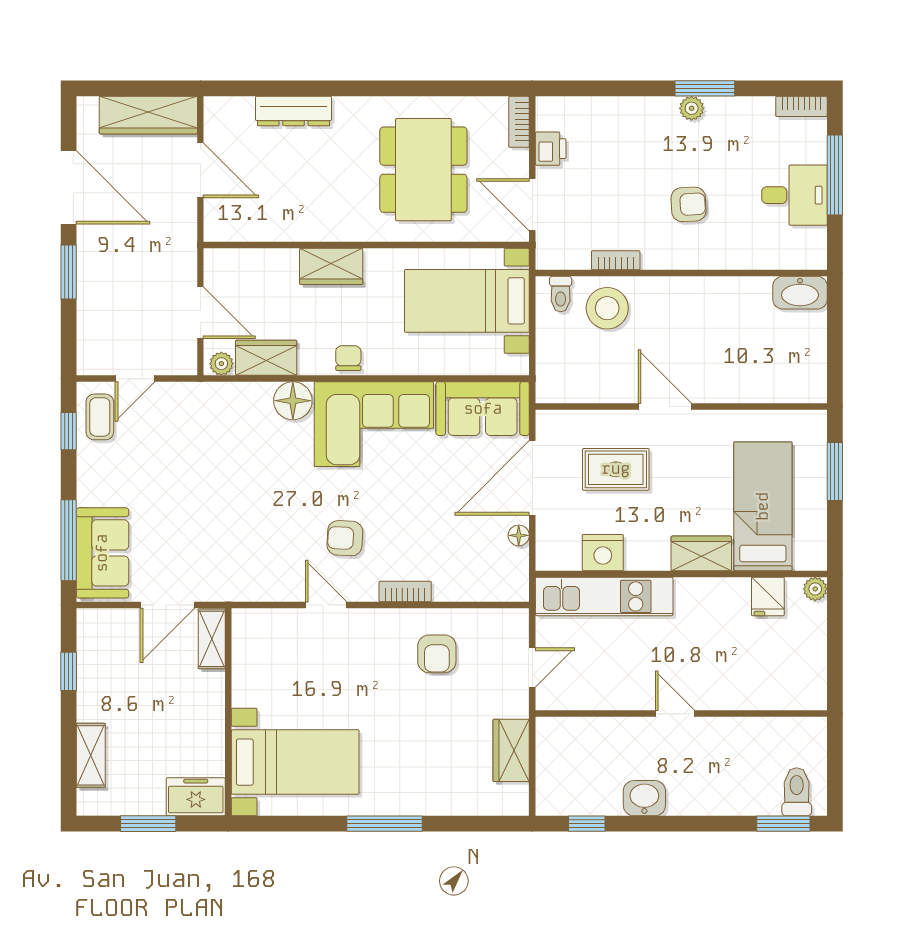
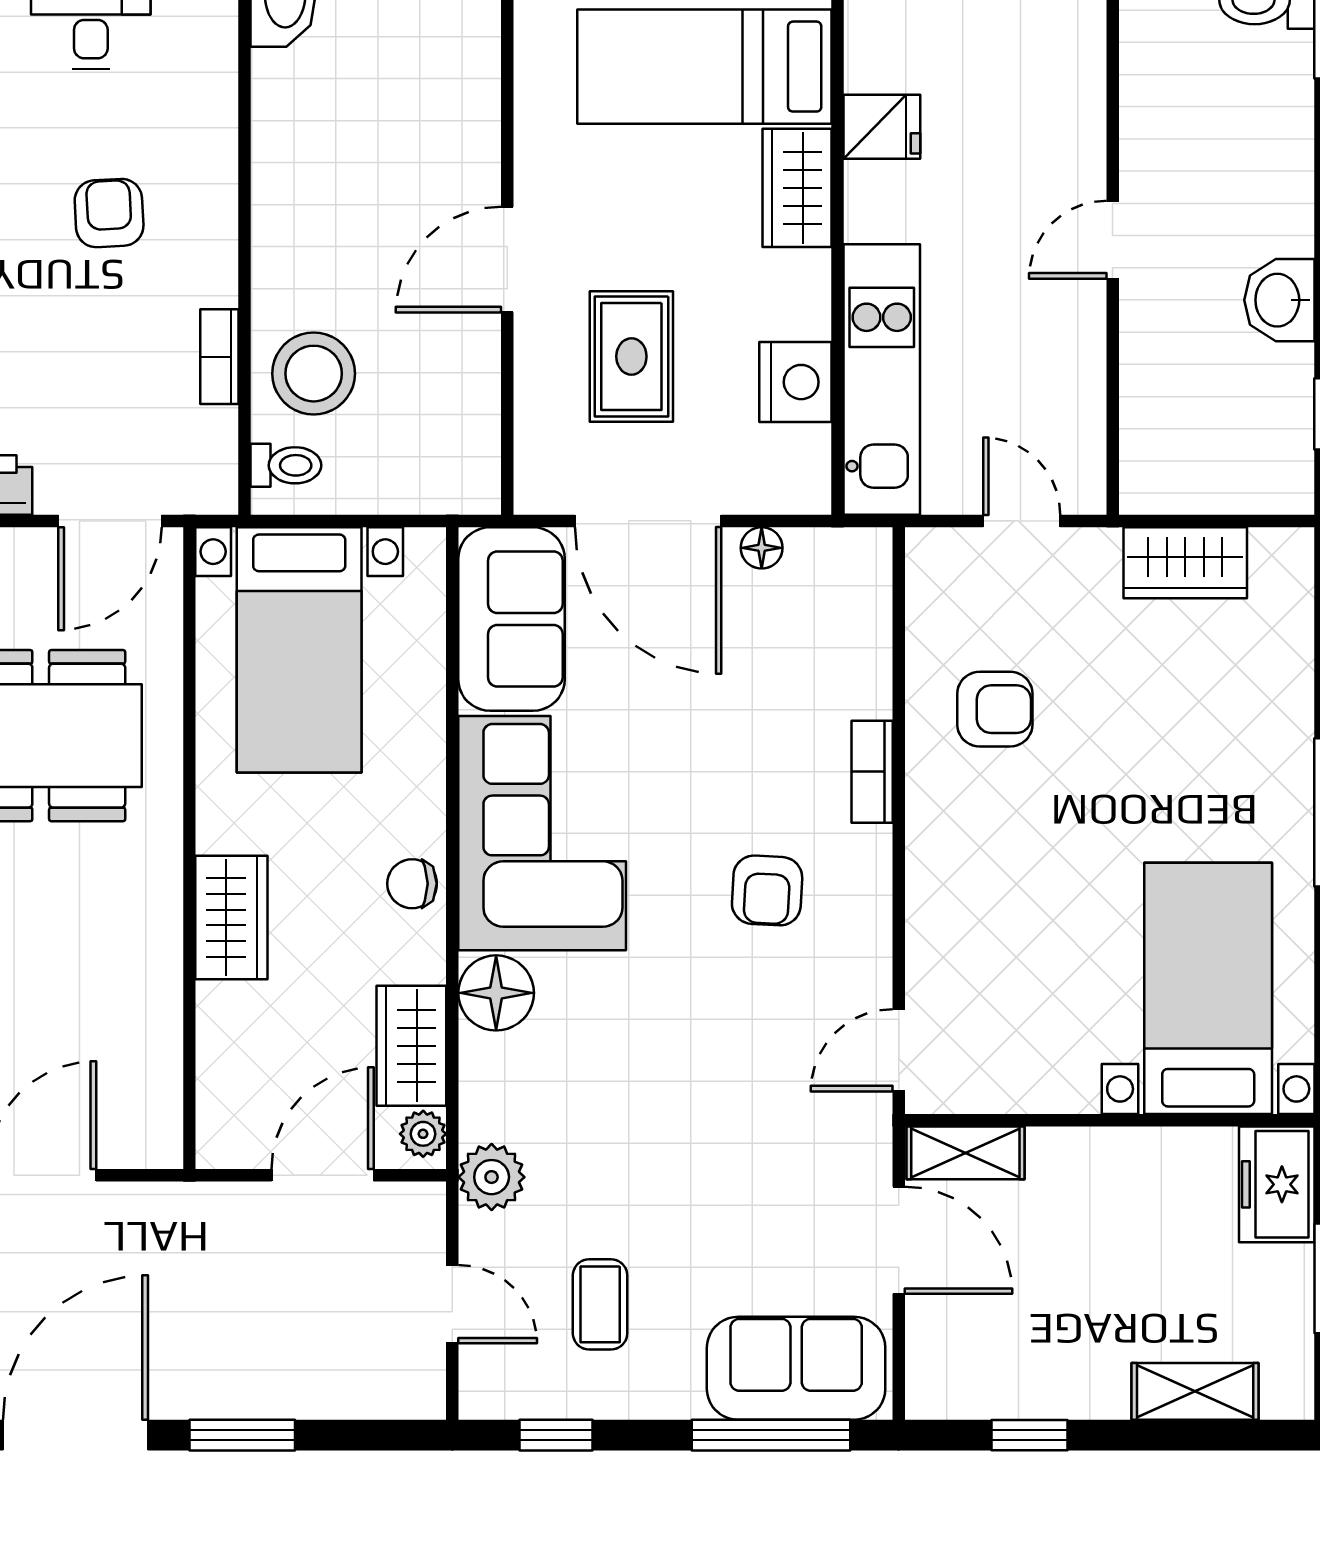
plant: (199, 398) -> (492, 1177), added
coffee table: (100, 417) -> (600, 1304), moved, turned 90
fridge: (768, 596) -> (882, 127), moved
door: (326, 605) -> (899, 1050), moved

